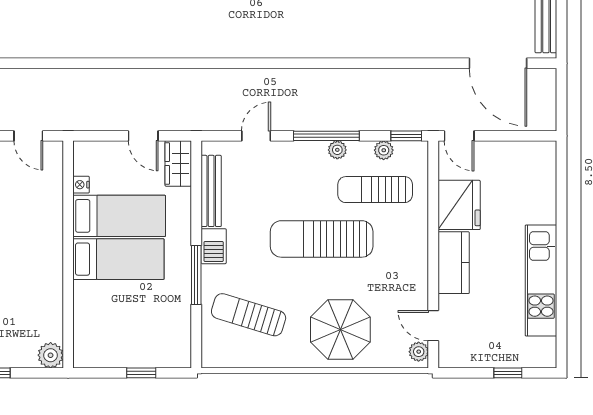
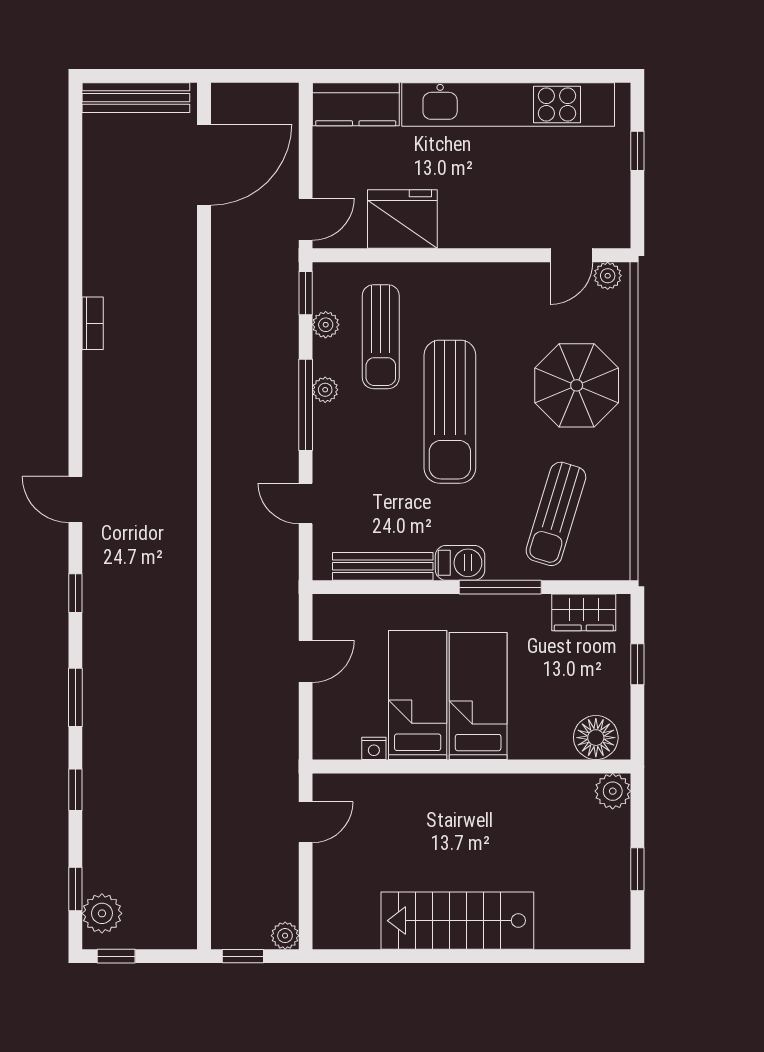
wardrobe: (178, 163) -> (584, 612), moved
kitchen counter: (454, 263) -> (356, 104), moved, turned 180
kitchen unit: (541, 281) -> (508, 105), width x1.36
floor lamp: (89, 343) -> (596, 738), added

